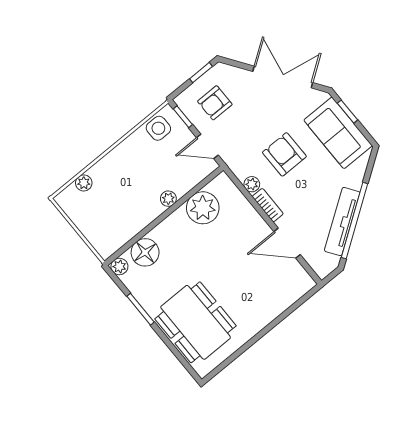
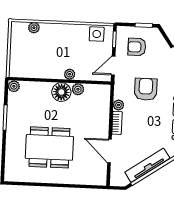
door: (207, 146) -> (113, 66), hinge flipped
armchair: (284, 154) -> (146, 89), moved
plant: (203, 208) -> (78, 89), width x0.53, depth x0.53
floor lamp: (145, 252) -> (61, 92), moved
dining table: (196, 322) -> (49, 147), moved, turned 90

